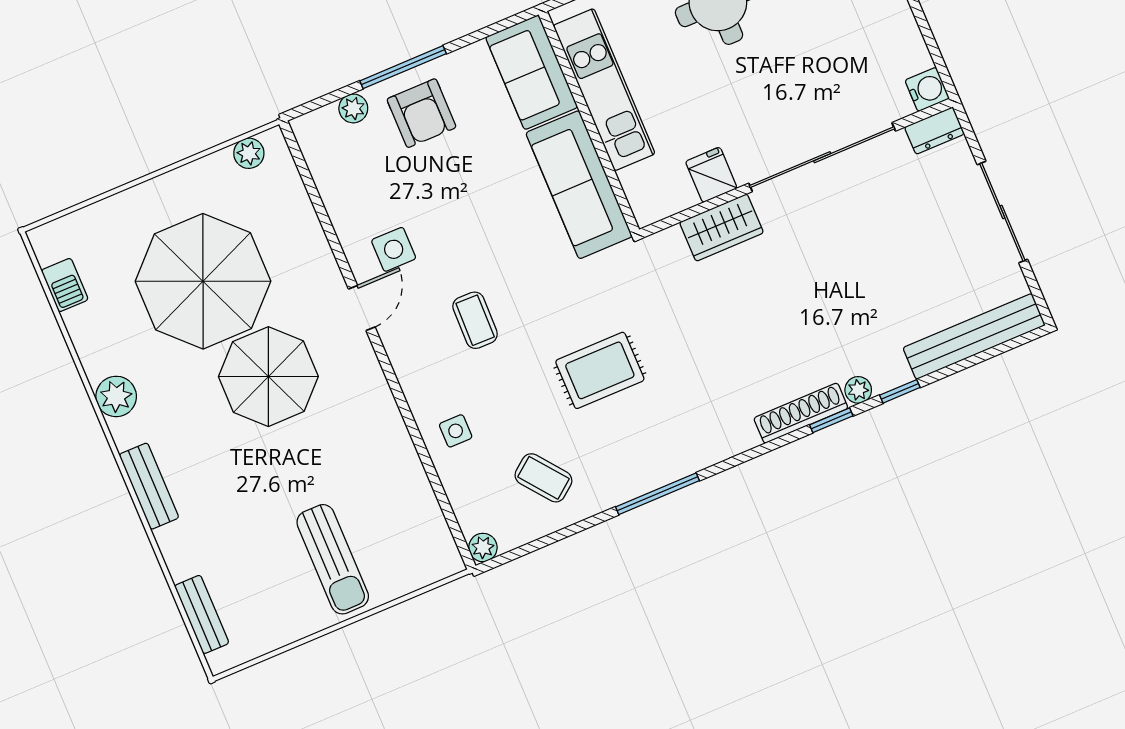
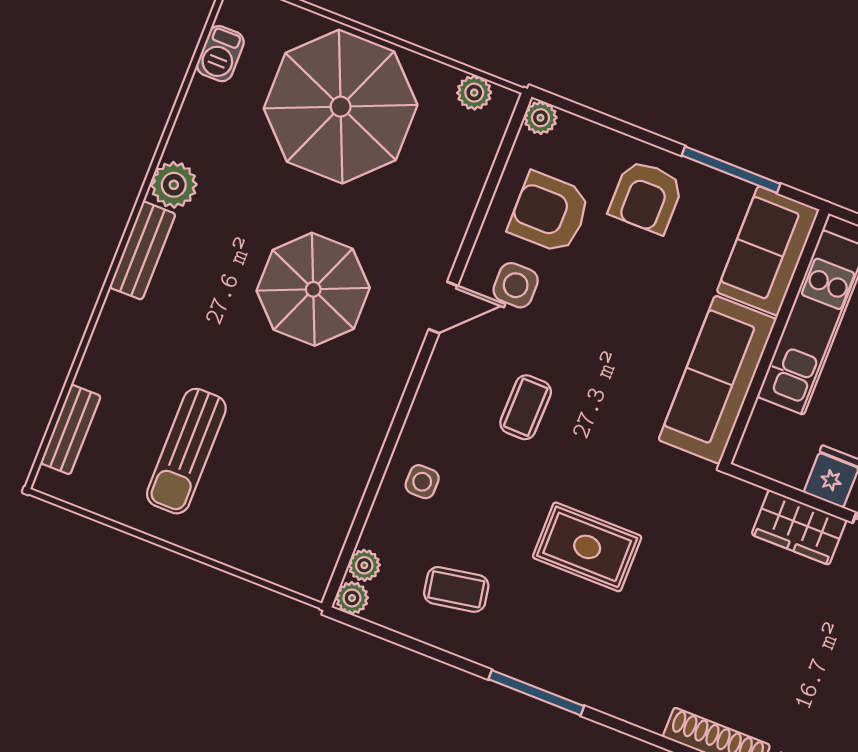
window: (403, 67) -> (731, 170), moved
plant: (353, 108) -> (540, 118), moved
armchair: (370, 183) -> (549, 213), added
parasol: (203, 281) -> (341, 107), moved
coffee table: (543, 478) -> (456, 589), turned -62
bench: (149, 486) -> (142, 251), moved
plant: (471, 519) -> (364, 565), added
sun lounger: (333, 559) -> (186, 451), moved

